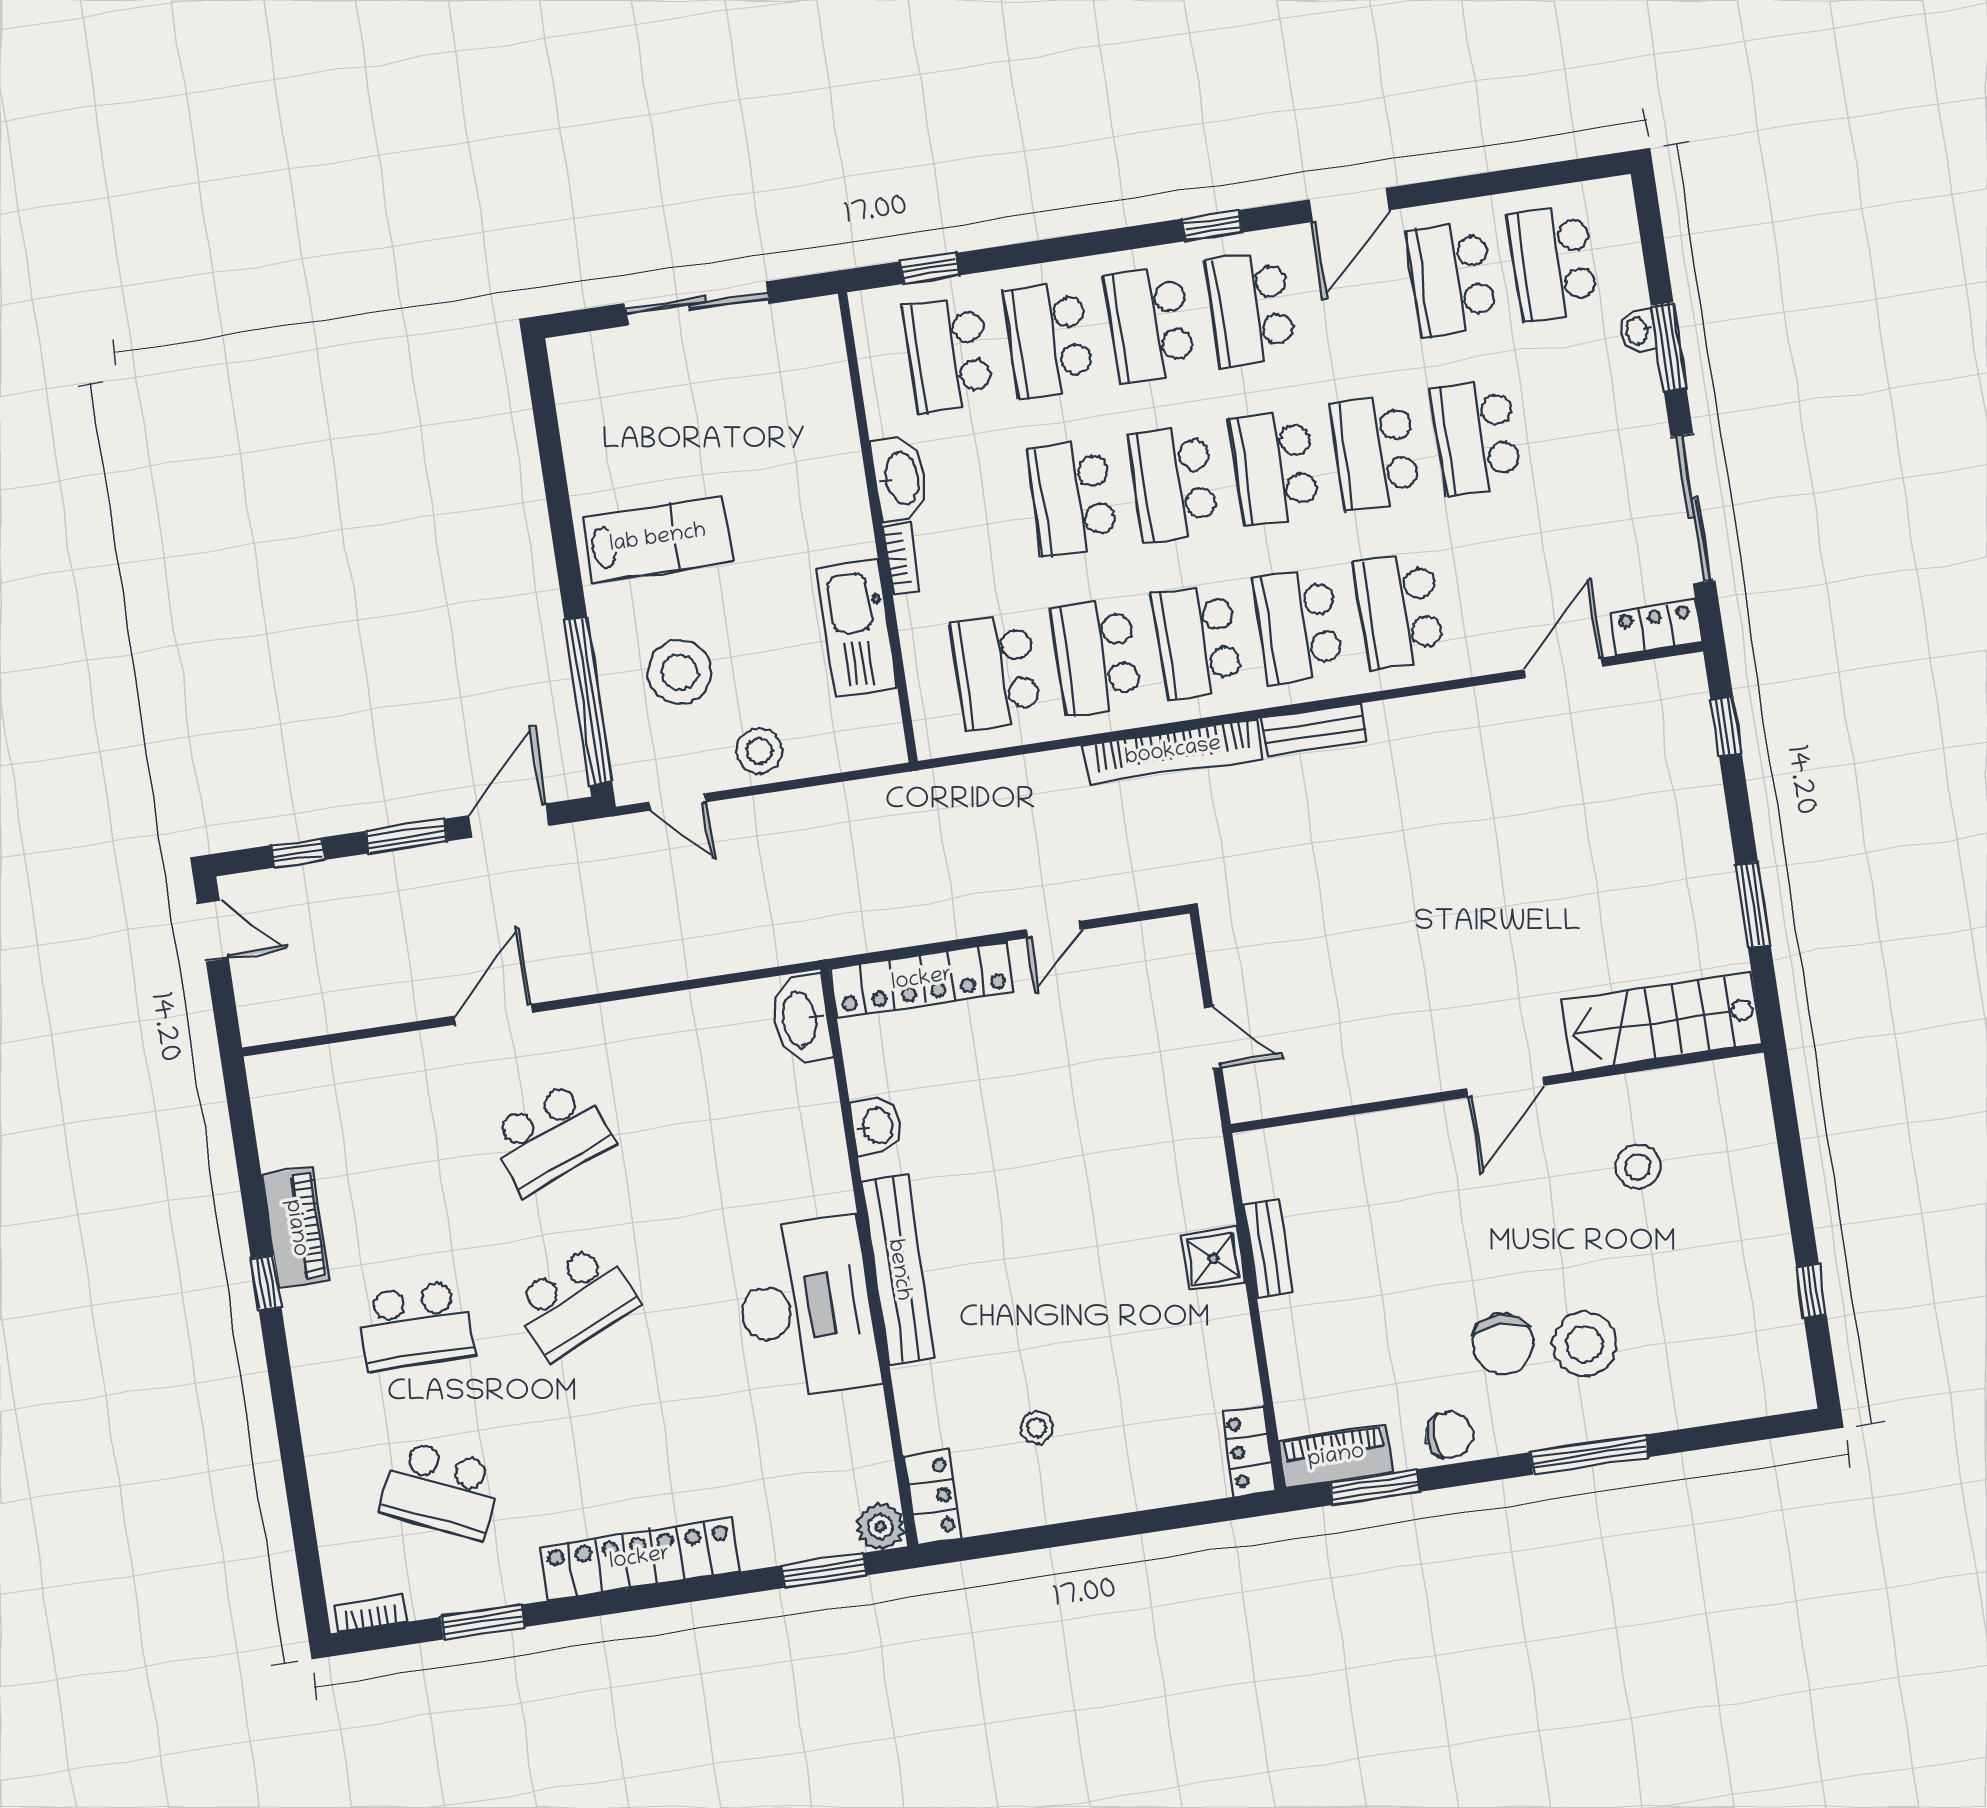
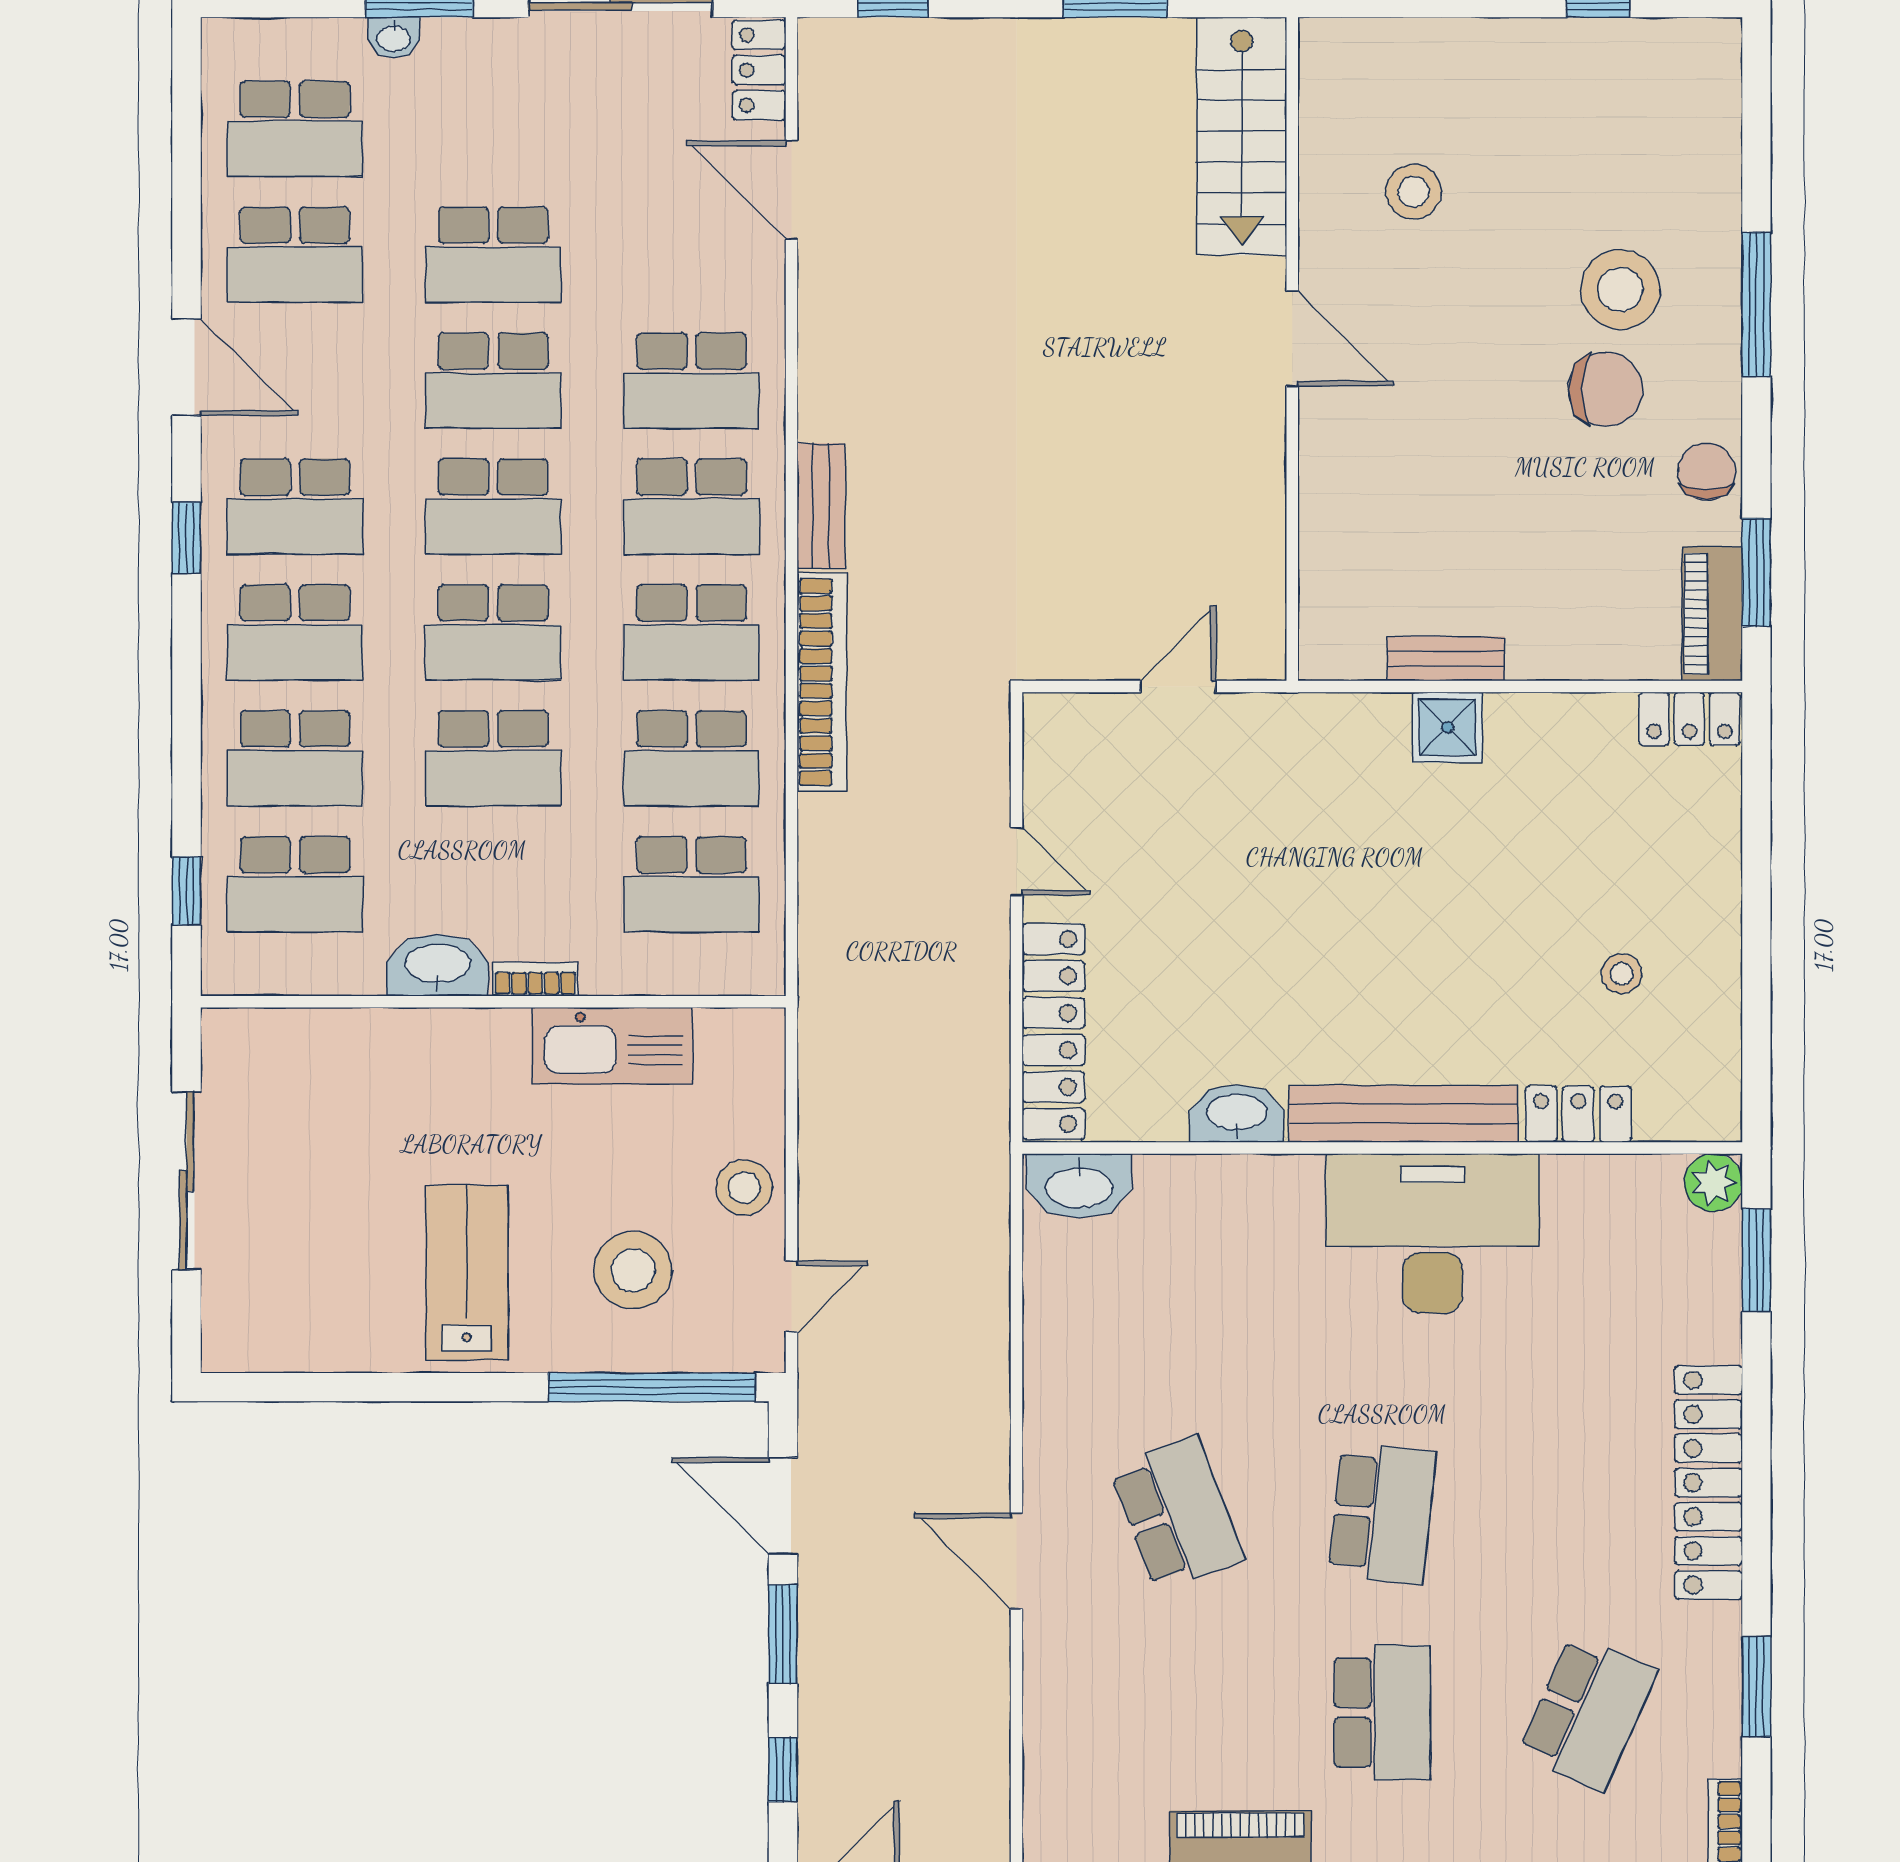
washbasin: (877, 1126) -> (1237, 1114), width x1.38
school desk: (575, 1301) -> (1382, 1514), turned 30
locker: (932, 1497) -> (1578, 1114), moved

